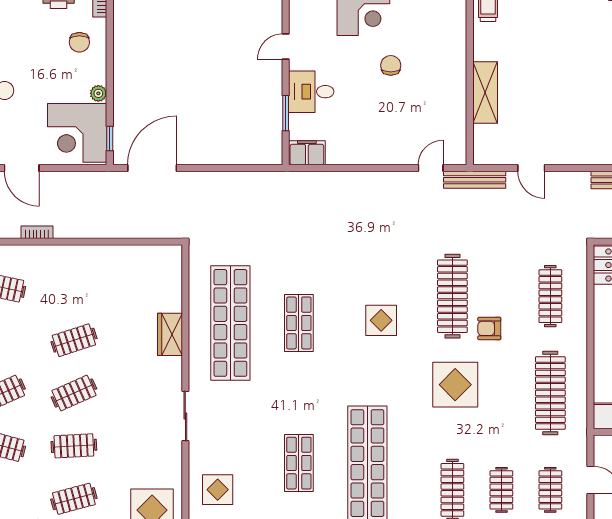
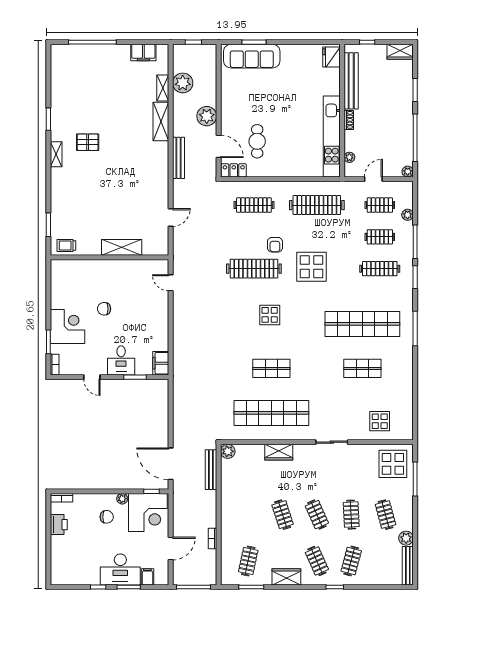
chair: (79, 42) -> (107, 517), moved
bench: (475, 180) -> (211, 470), moved
plant: (171, 256) -> (228, 451), added

